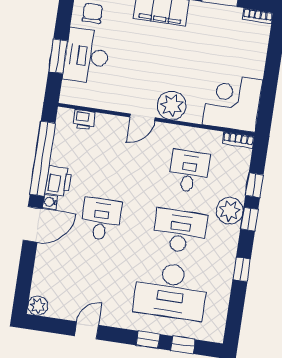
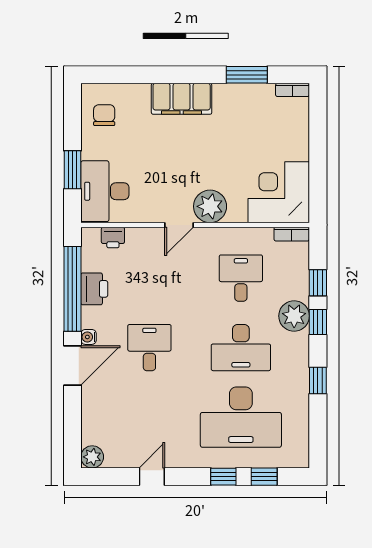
desk: (87, 56) -> (105, 191), moved
printer: (58, 181) -> (94, 289), moved
desk: (180, 231) -> (241, 348), turned 180

